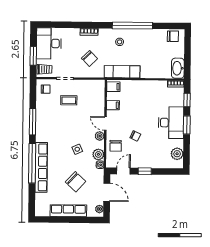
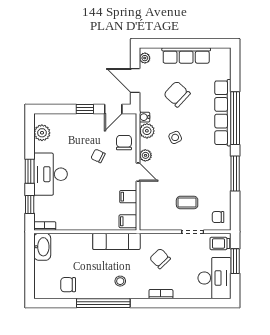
chair: (173, 36) -> (68, 285), moved

